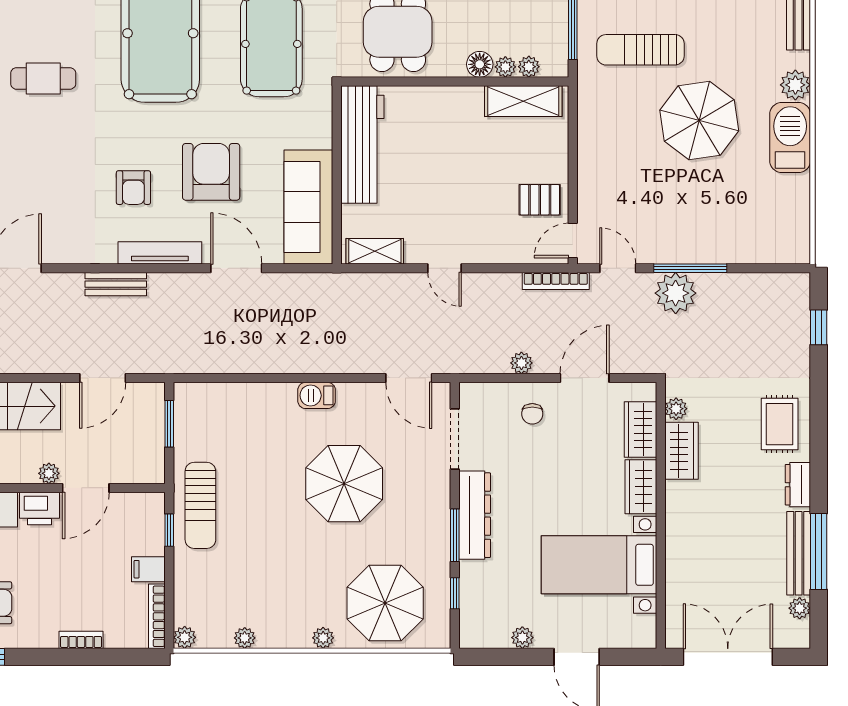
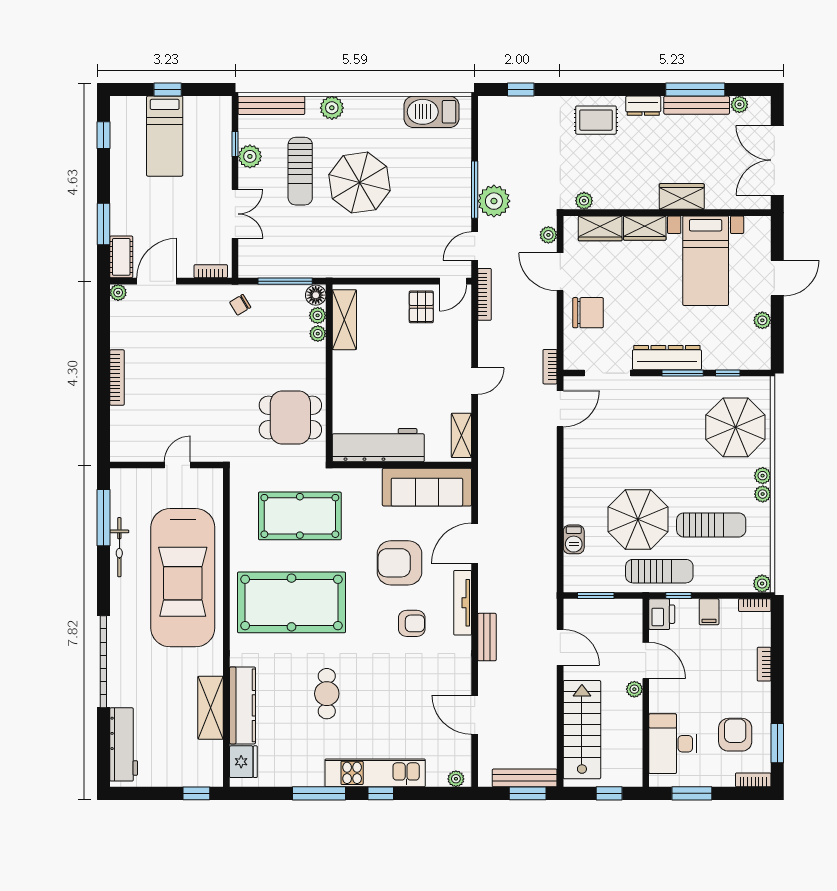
sun lounger: (640, 50) -> (300, 171), moved
floor lamp: (480, 64) -> (316, 295), moved
barbecue: (790, 138) -> (432, 112), moved
door: (573, 241) -> (453, 281), hinge flipped
plant: (521, 363) -> (548, 235), moved
bookcase: (463, 365) -> (550, 367), added
barbecue: (317, 395) -> (574, 539), moved
chair: (532, 414) -> (588, 313), width x1.87, depth x1.87
wardrobe: (681, 451) -> (682, 196), moved
parasol: (344, 484) -> (638, 519), moved
printer: (40, 509) -> (662, 614), moved
sun lounger: (260, 572) -> (711, 525), added
bookcase: (157, 616) -> (755, 605), width x0.64
plant: (245, 638) -> (763, 494), moved

